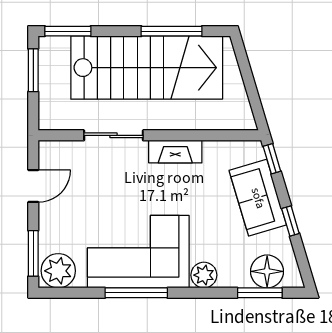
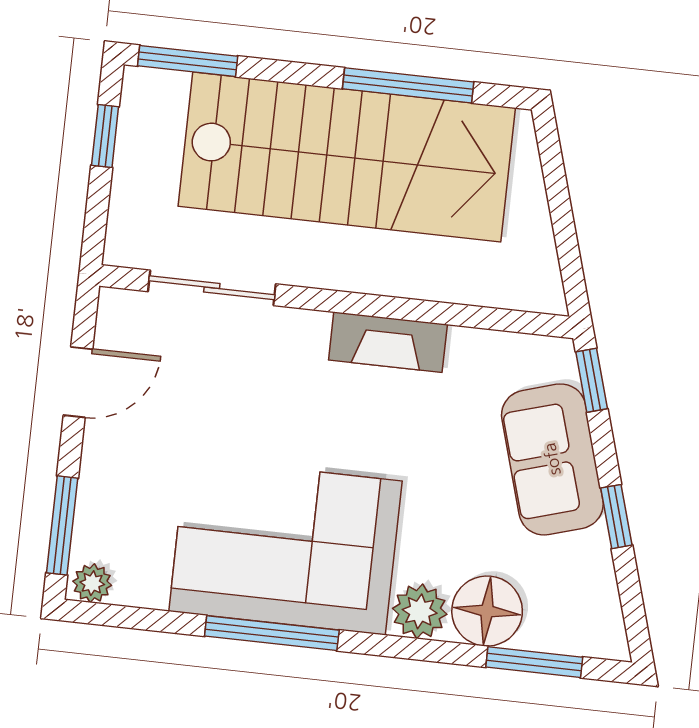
window: (33, 70) -> (105, 136), width x0.67
sliding door: (114, 135) -> (212, 288), moved
plant: (58, 271) -> (92, 583), width x0.53, depth x0.53
floor lamp: (267, 271) -> (487, 611), moved

